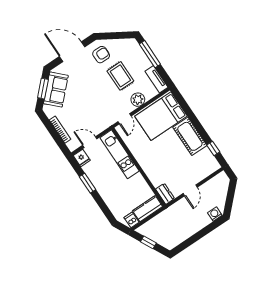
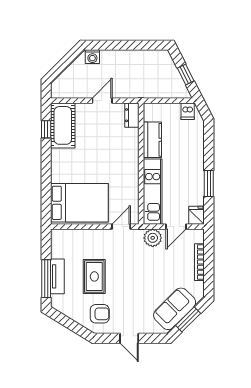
door: (72, 52) -> (129, 338), width x0.53
armchair: (101, 55) -> (100, 314), turned 180
tv unit: (156, 79) -> (57, 276), moved
plant: (138, 100) -> (153, 238), moved
cot: (190, 136) -> (63, 125), moved
door: (90, 142) -> (176, 227), hinge flipped
kitchen counter: (148, 209) -> (152, 140), moved, turned -90

